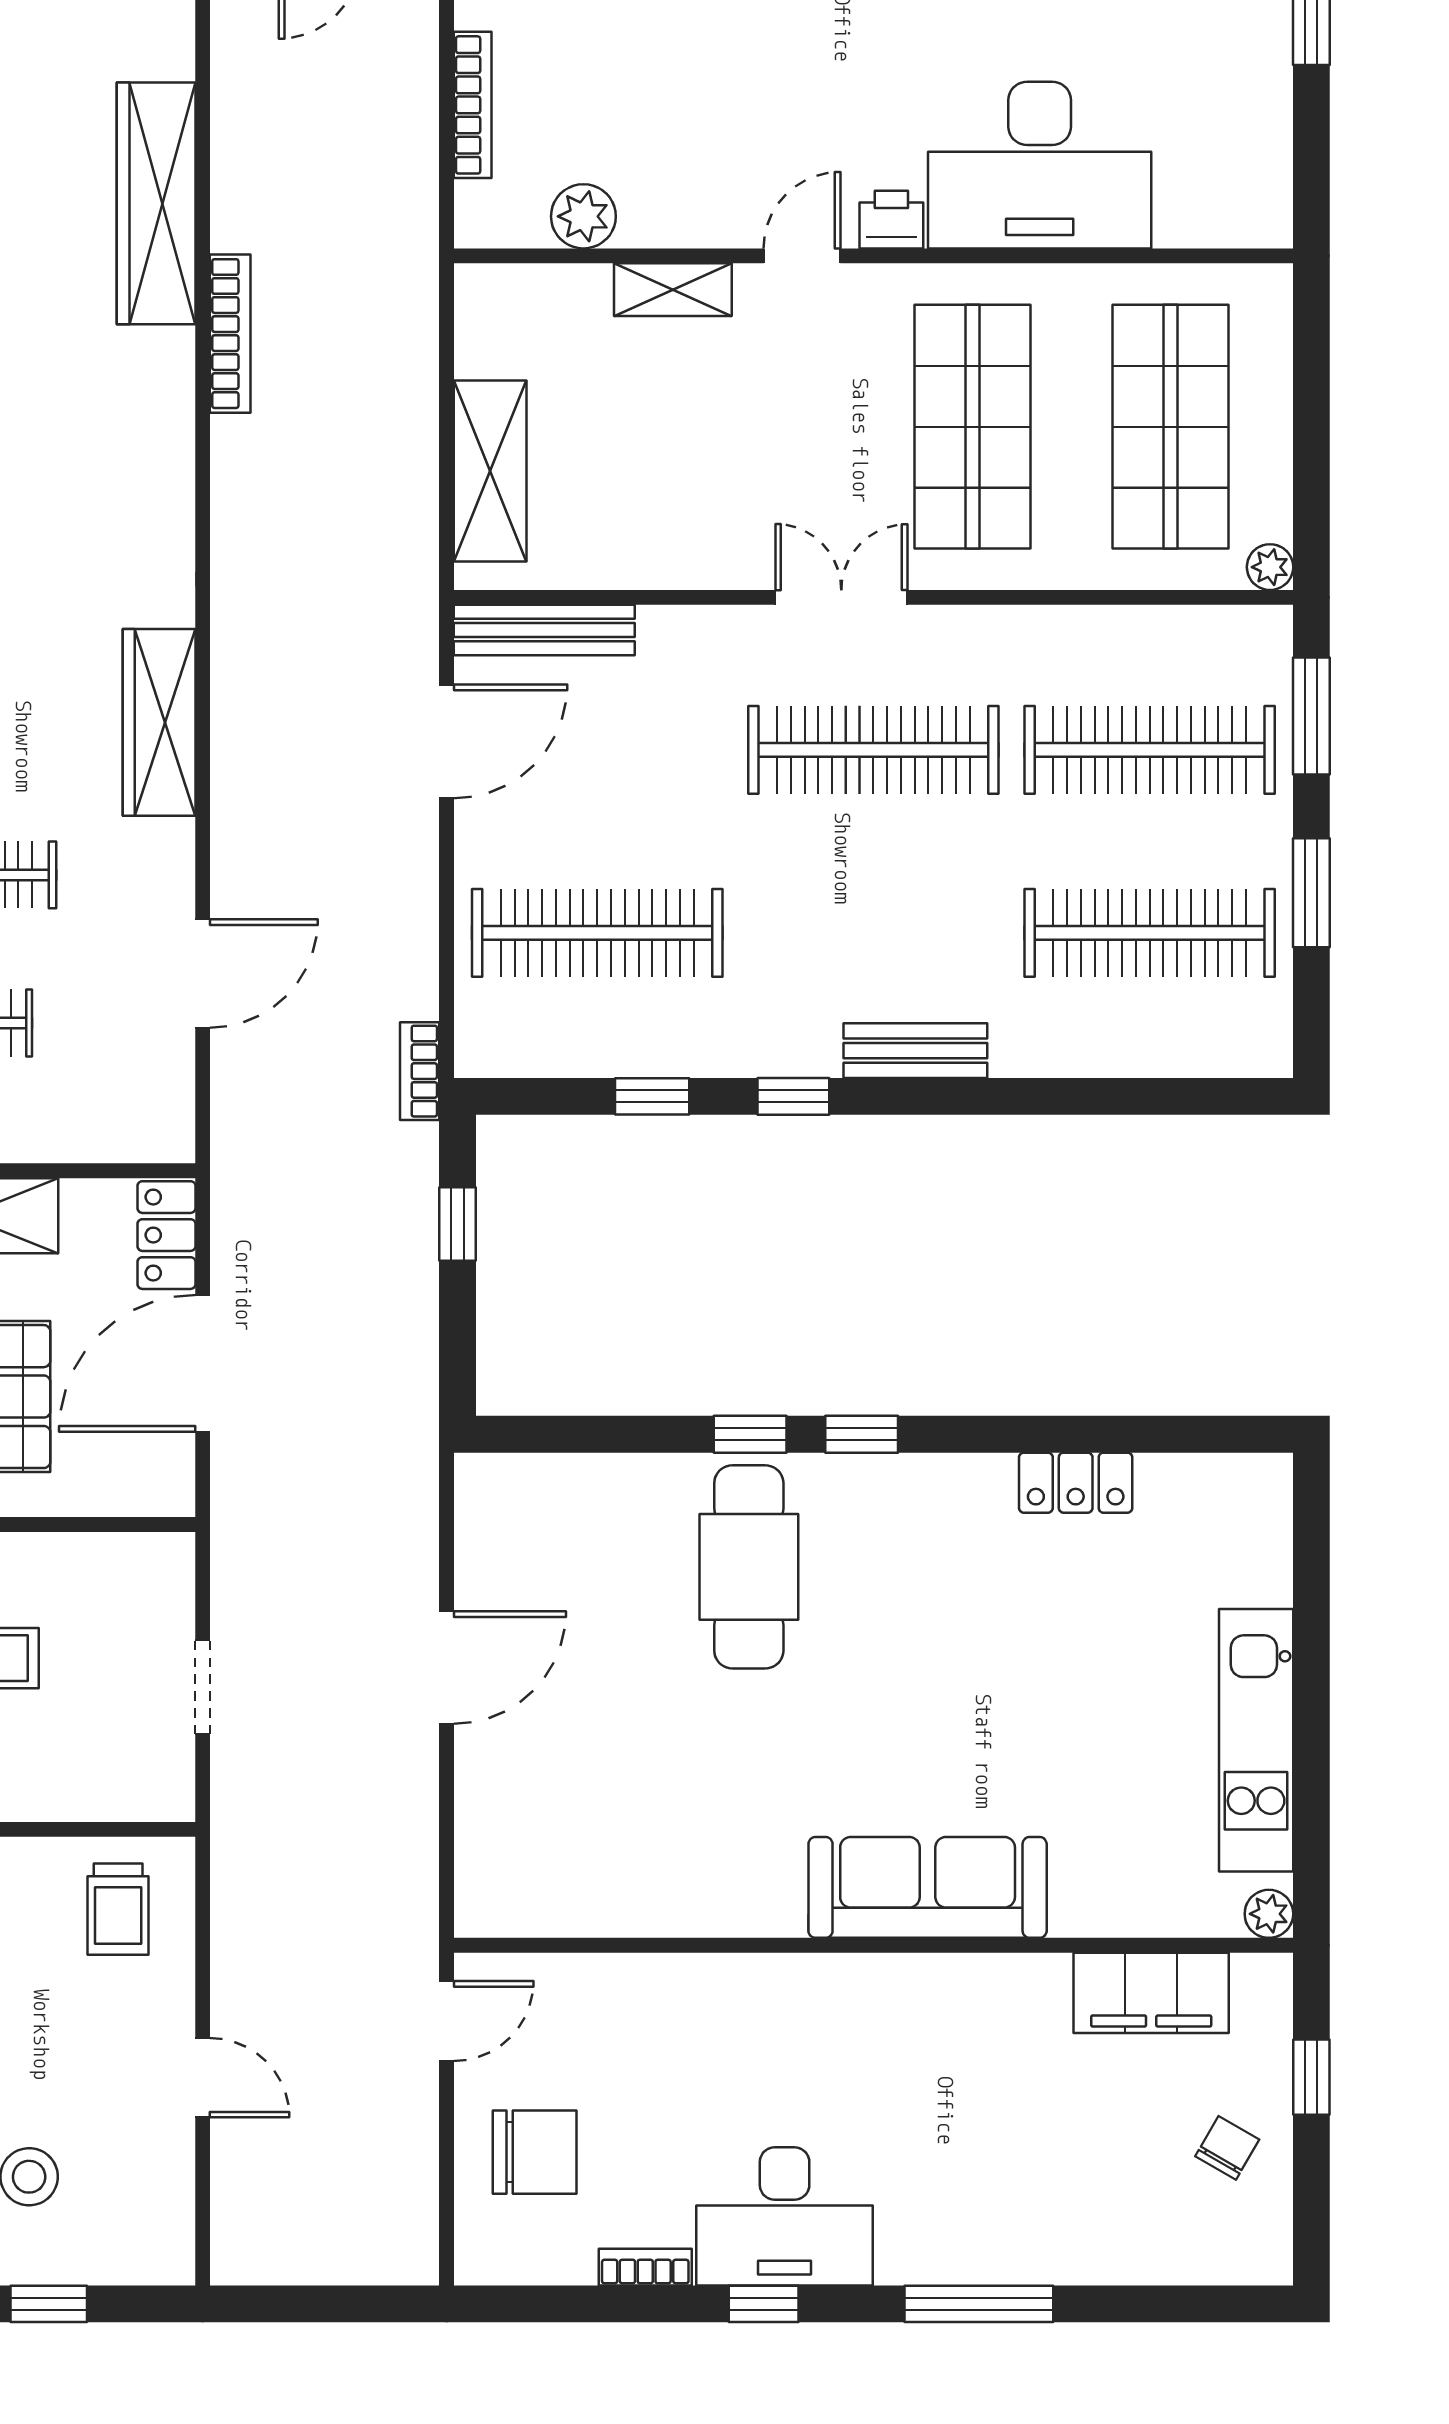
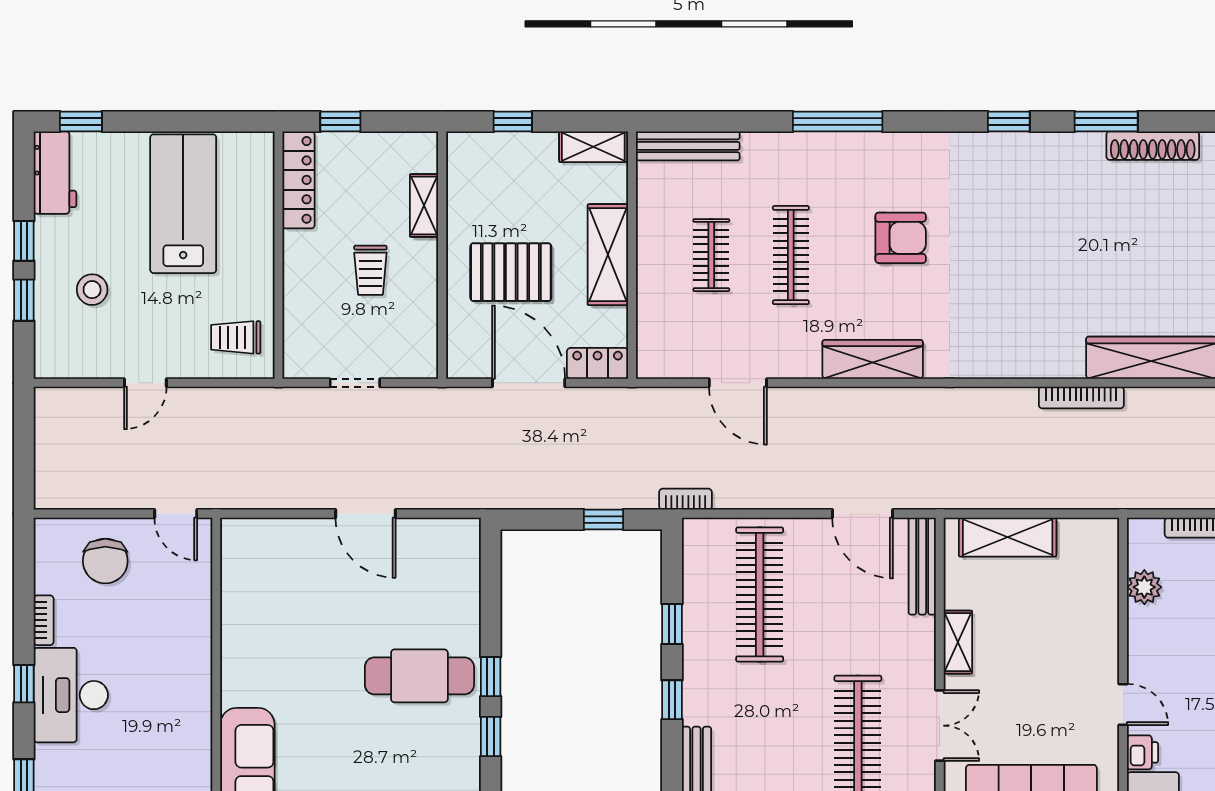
shelving: (673, 290) -> (958, 642), moved

